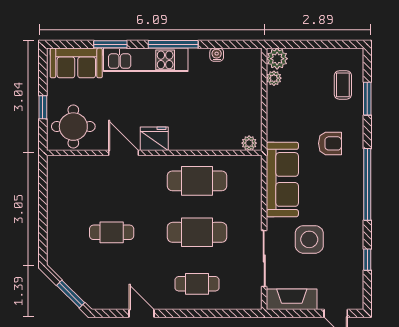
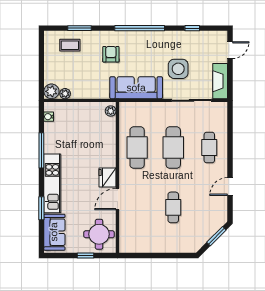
window: (173, 44) -> (41, 150), moved
water cooler: (217, 55) -> (49, 117), moved

